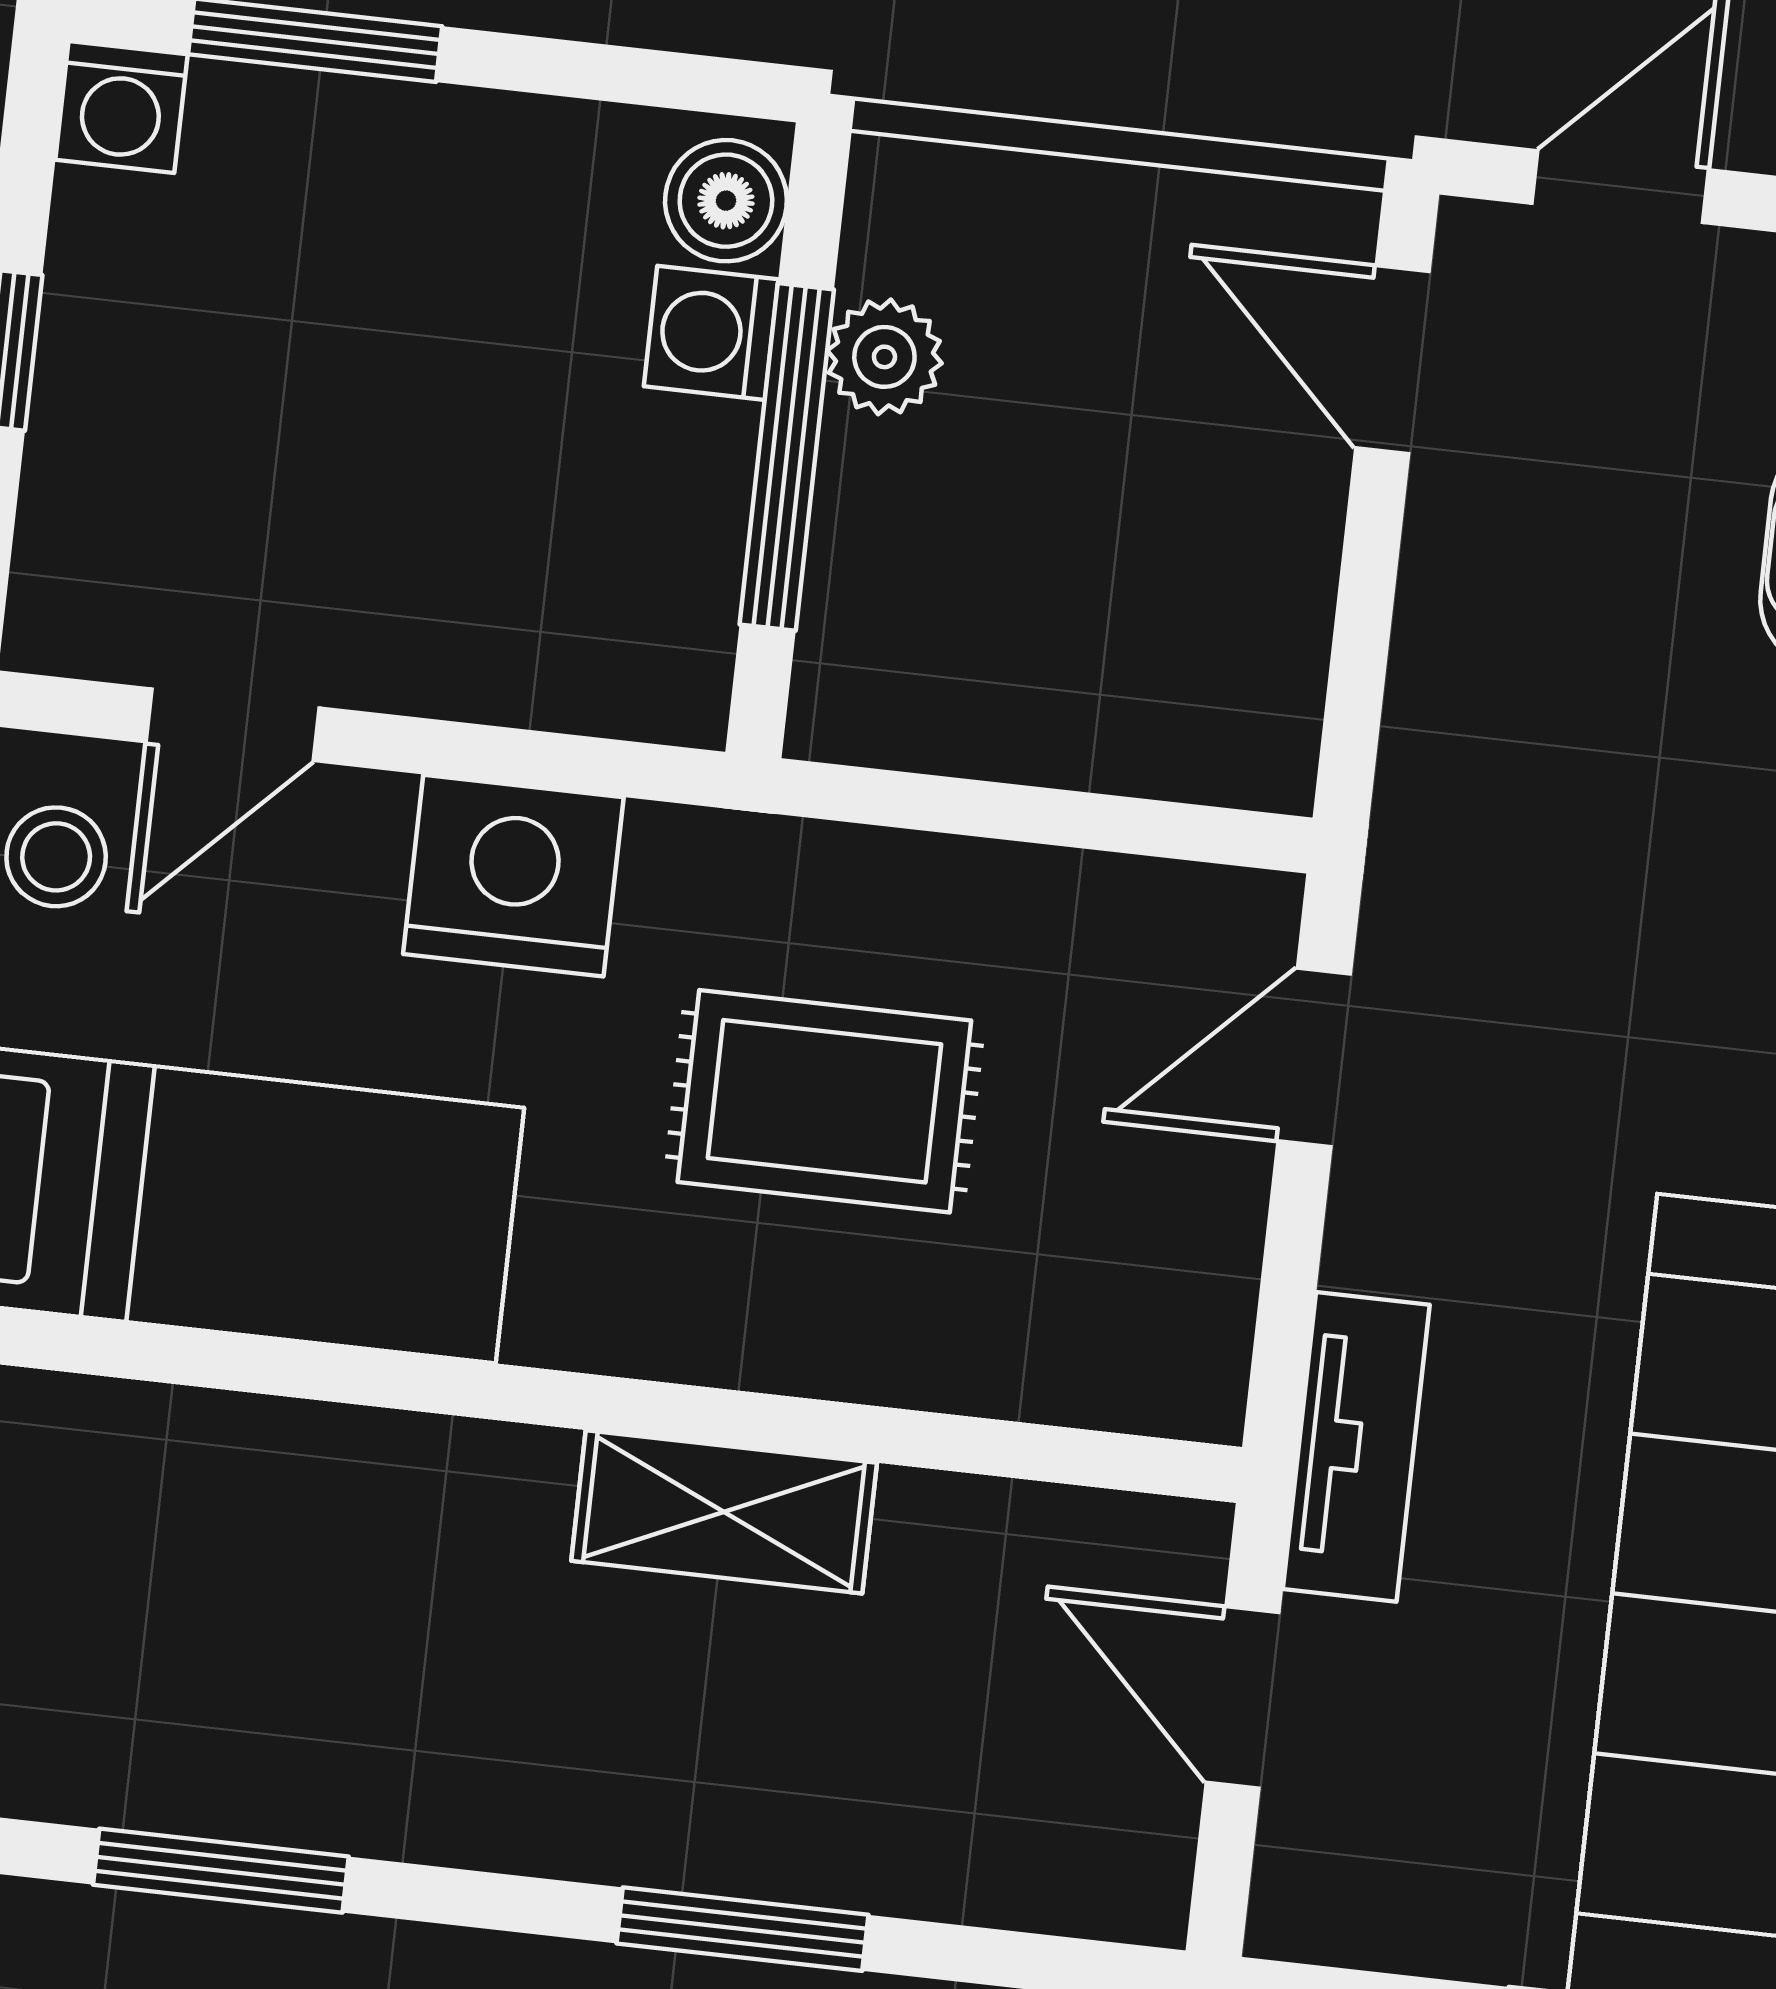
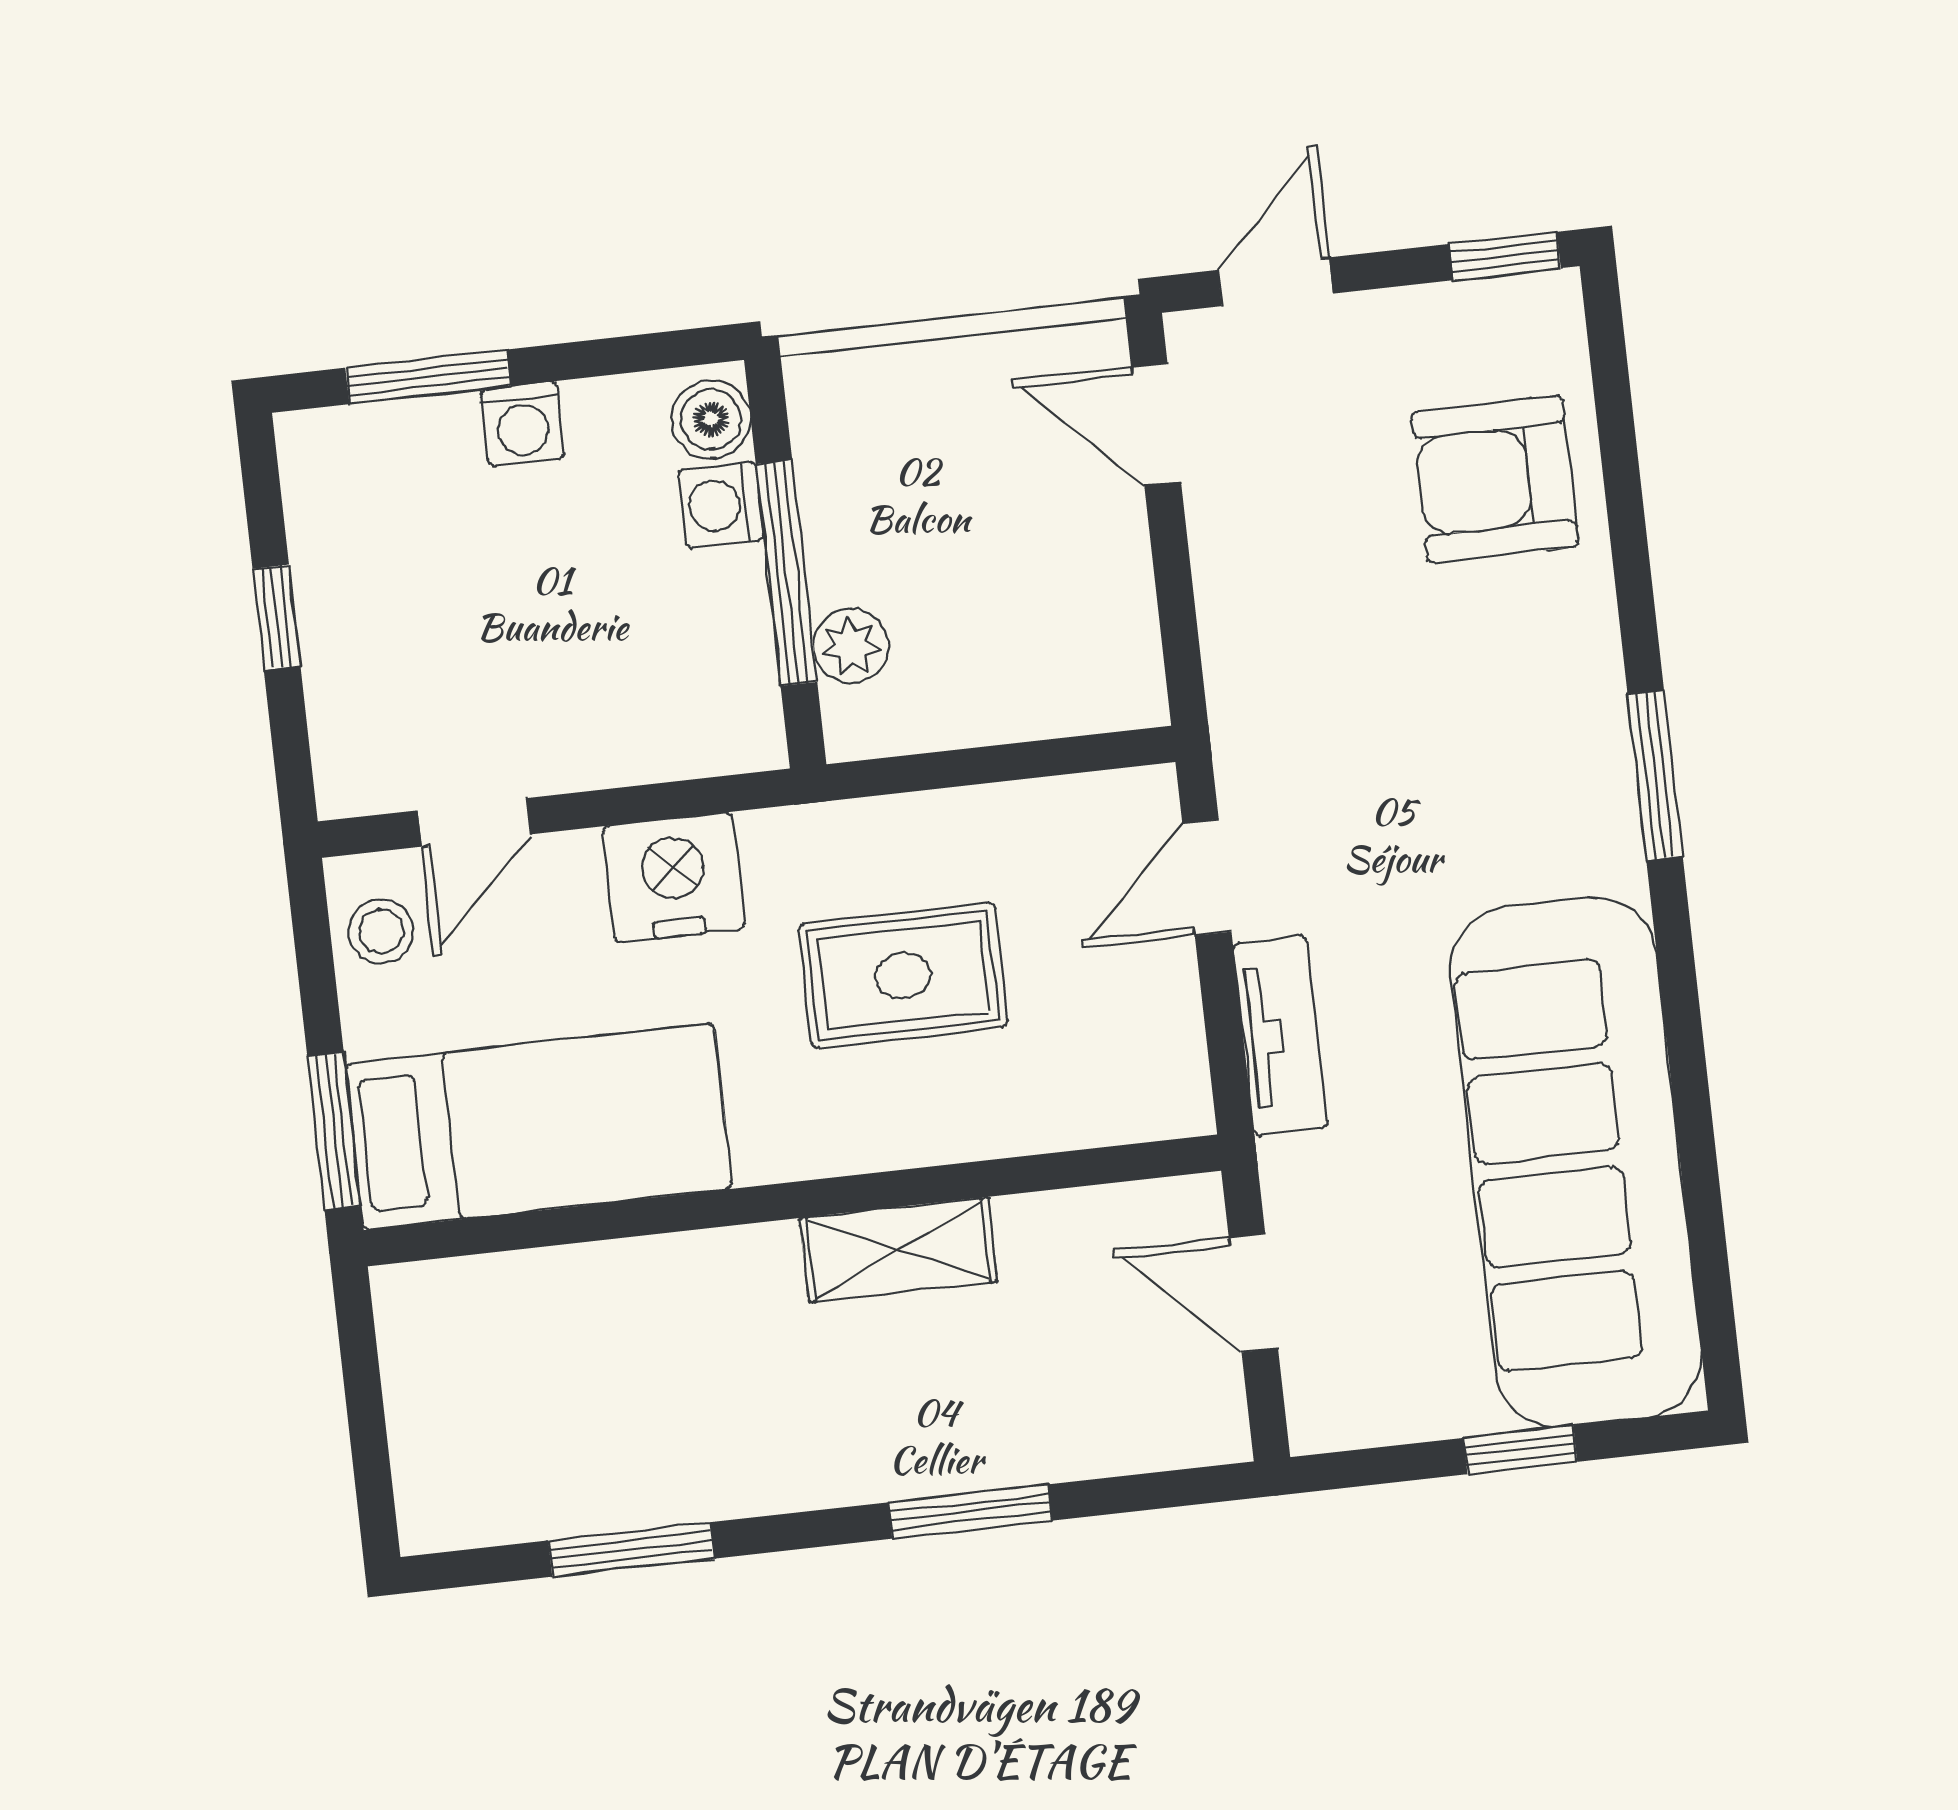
washing machine: (121, 107) -> (523, 424), moved
plant: (884, 357) -> (851, 646), moved
tv unit: (1356, 1447) -> (1280, 1036), moved

